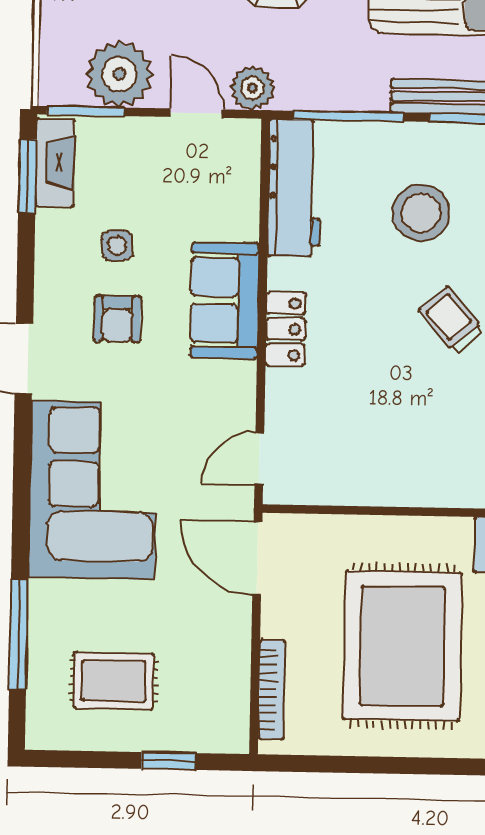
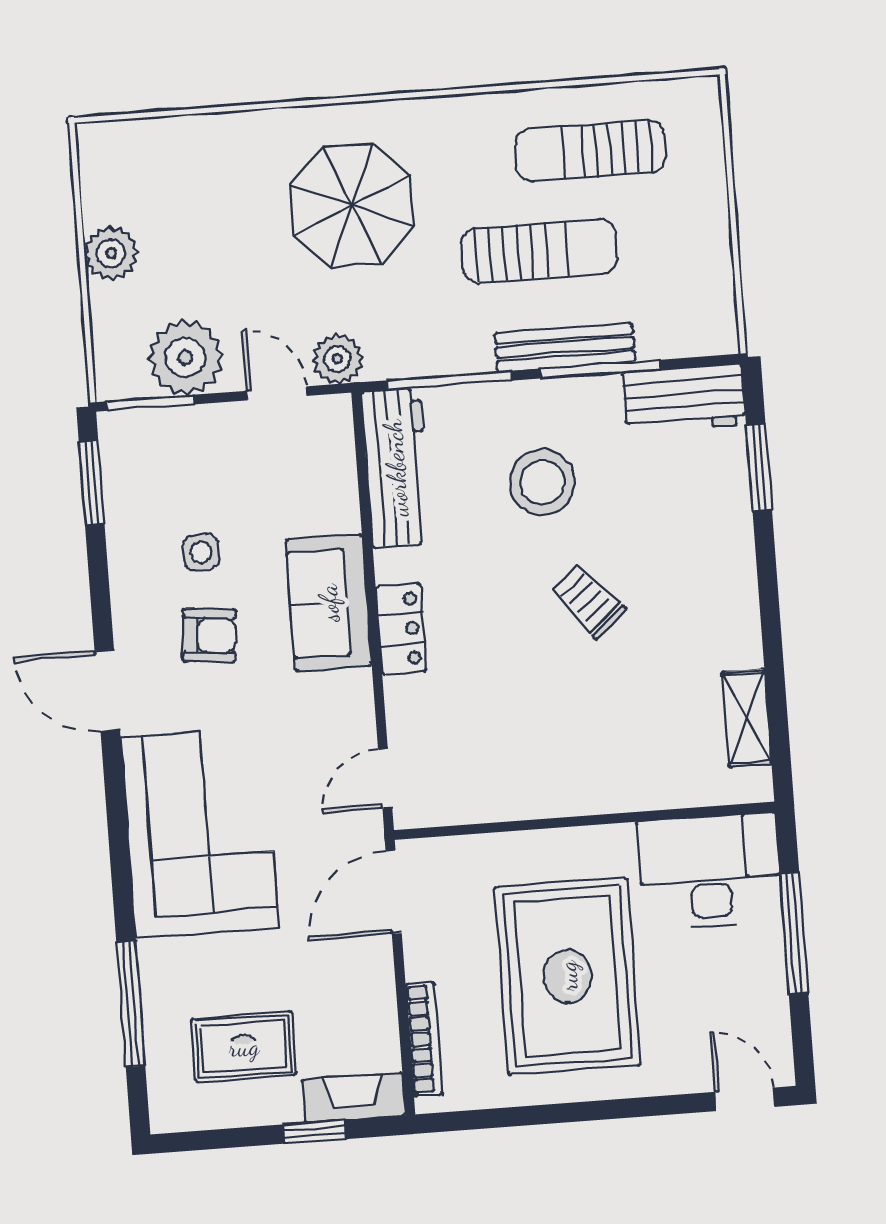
fireplace: (55, 162) -> (354, 1098), moved, turned -90
armchair: (117, 319) -> (209, 635), turned -85
door: (257, 558) -> (394, 892), hinge flipped

